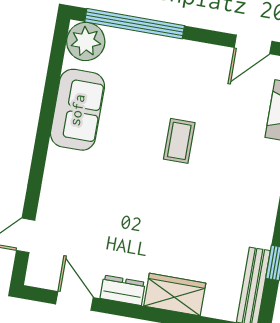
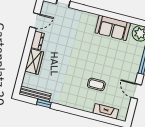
door: (253, 44) -> (136, 91), moved
coffee table: (179, 141) -> (96, 84), moved

